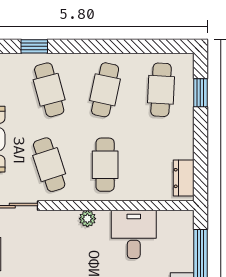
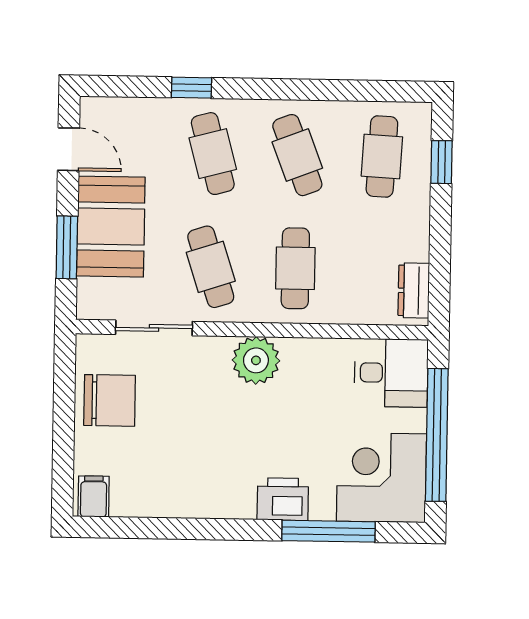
cafe table: (105, 90) -> (297, 155), turned -33
plant: (87, 219) -> (256, 360), width x1.88, depth x1.88
desk: (134, 234) -> (391, 373), moved, turned 90

